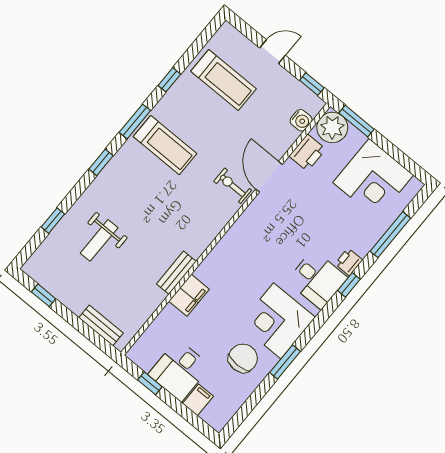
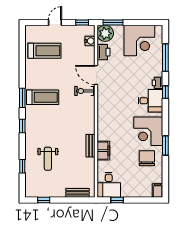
window: (169, 80) -> (22, 69), removed
desk: (179, 370) -> (109, 185), moved
filing cabinet: (198, 400) -> (158, 191), moved

